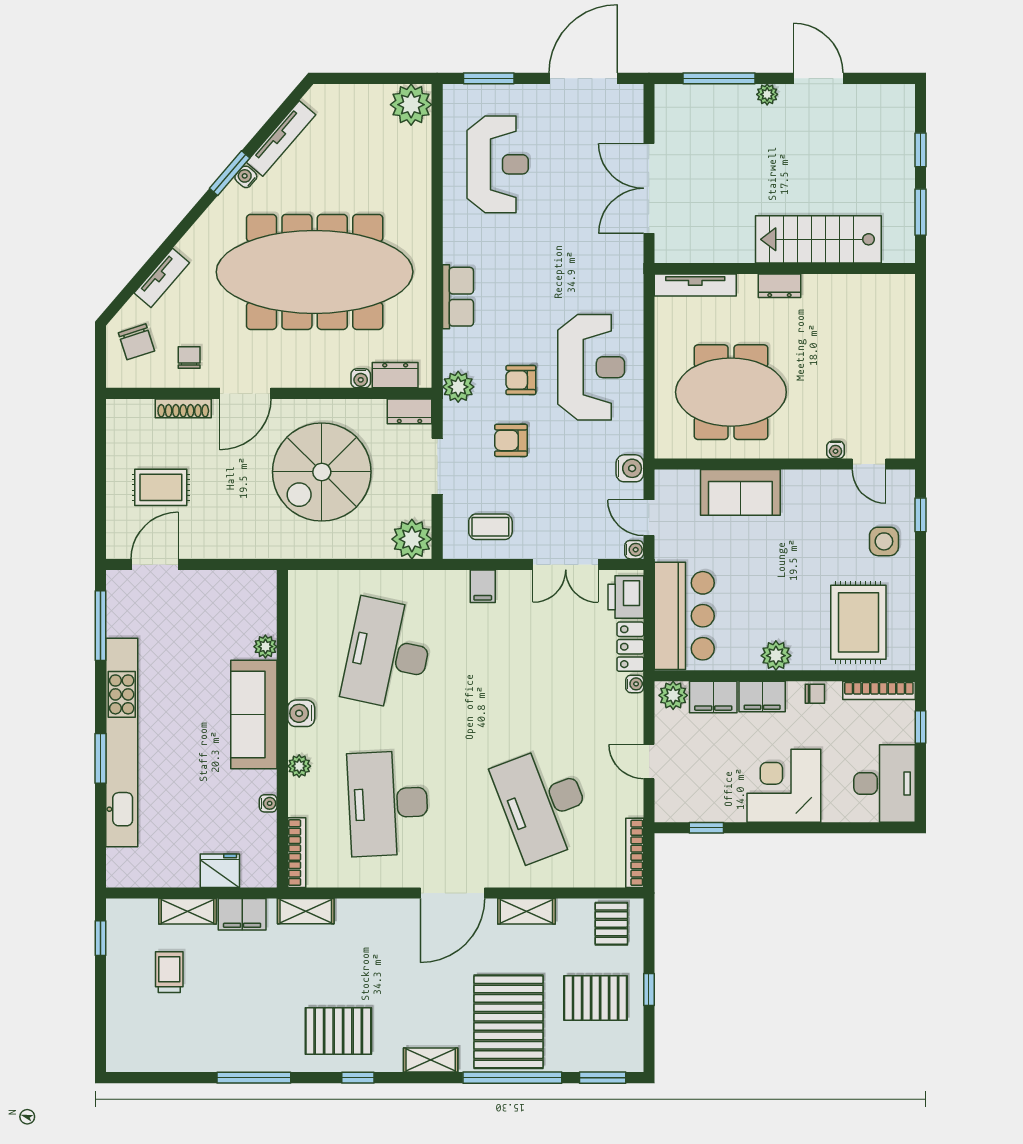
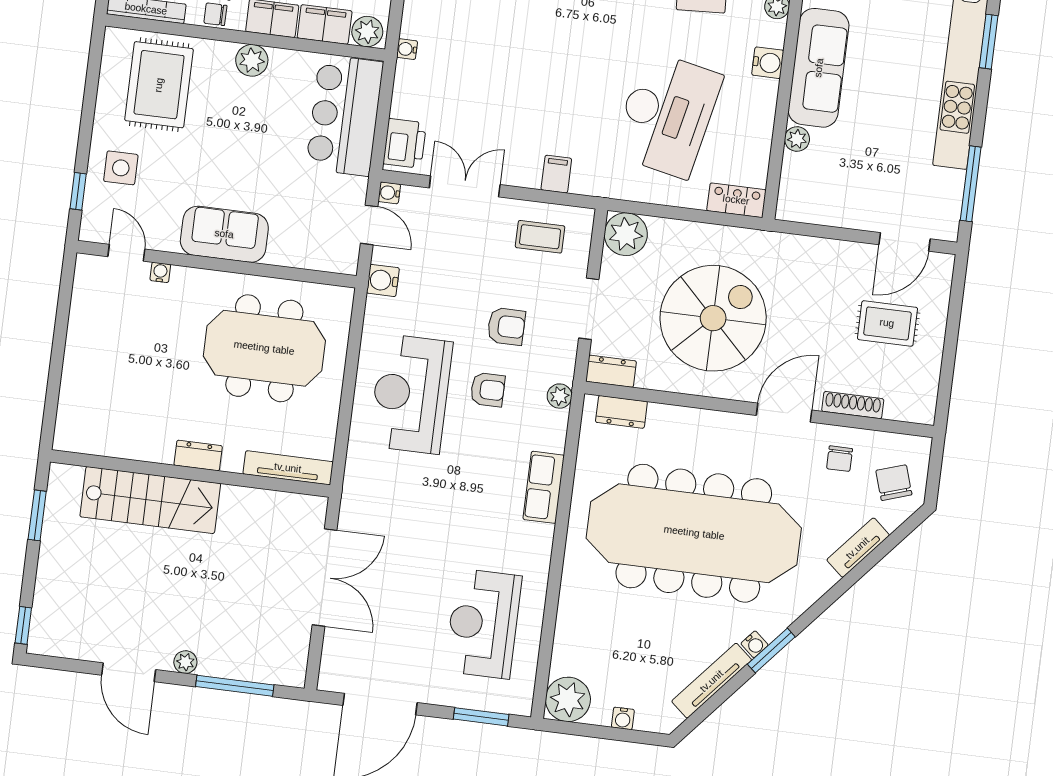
window: (921, 150) -> (23, 625), moved
water cooler: (361, 378) -> (623, 718), moved, turned 180
plant: (458, 387) -> (560, 396), width x0.73, depth x0.73
sofa: (740, 492) -> (224, 234), moved
locker: (630, 647) -> (736, 200), moved, turned -90

